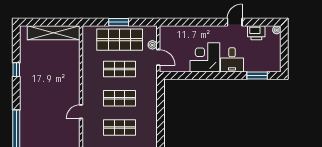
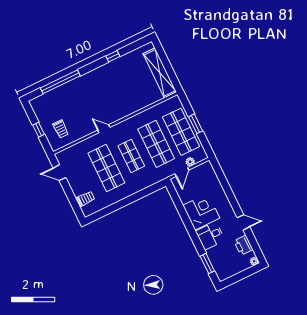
shop shelf: (120, 69) -> (156, 144), width x1.43, depth x1.36
shop shelf: (120, 127) -> (106, 168), width x1.43, depth x1.36

